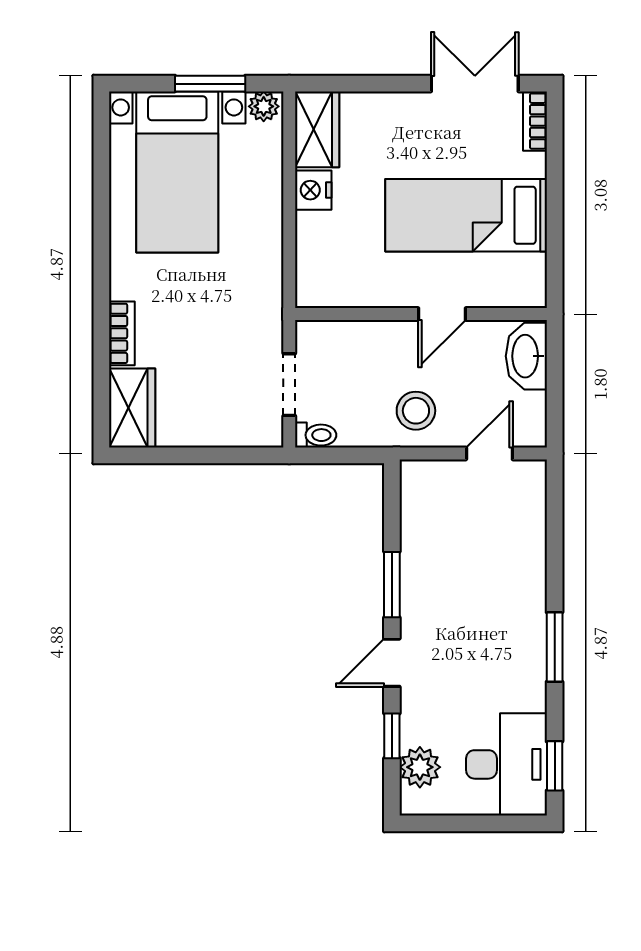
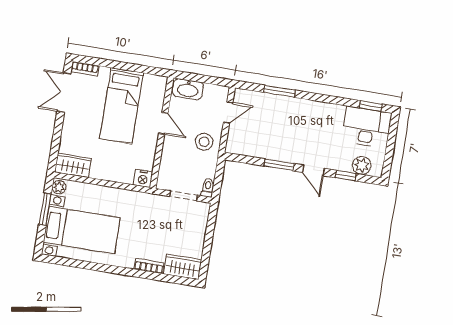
nightstand: (313, 190) -> (143, 178), moved
door: (489, 454) -> (228, 112), swing flipped
window: (555, 647) -> (280, 91), moved

